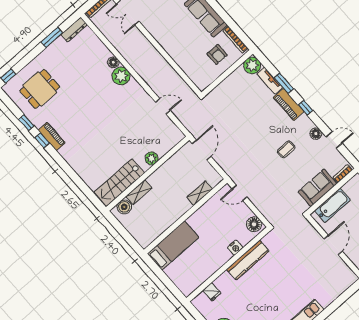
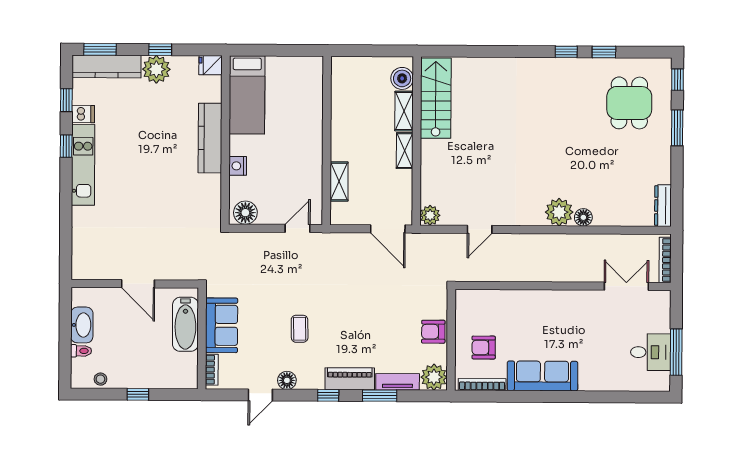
window: (52, 37) -> (677, 128), moved
armchair: (231, 85) -> (433, 332), added
piano: (52, 136) -> (561, 67), removed
plant: (152, 158) -> (430, 215), moved
shelving: (157, 175) -> (405, 151), added
bed: (173, 245) -> (247, 95), moved
kitchen counter: (248, 260) -> (210, 138), moved
fridge: (212, 292) -> (211, 65), moved

